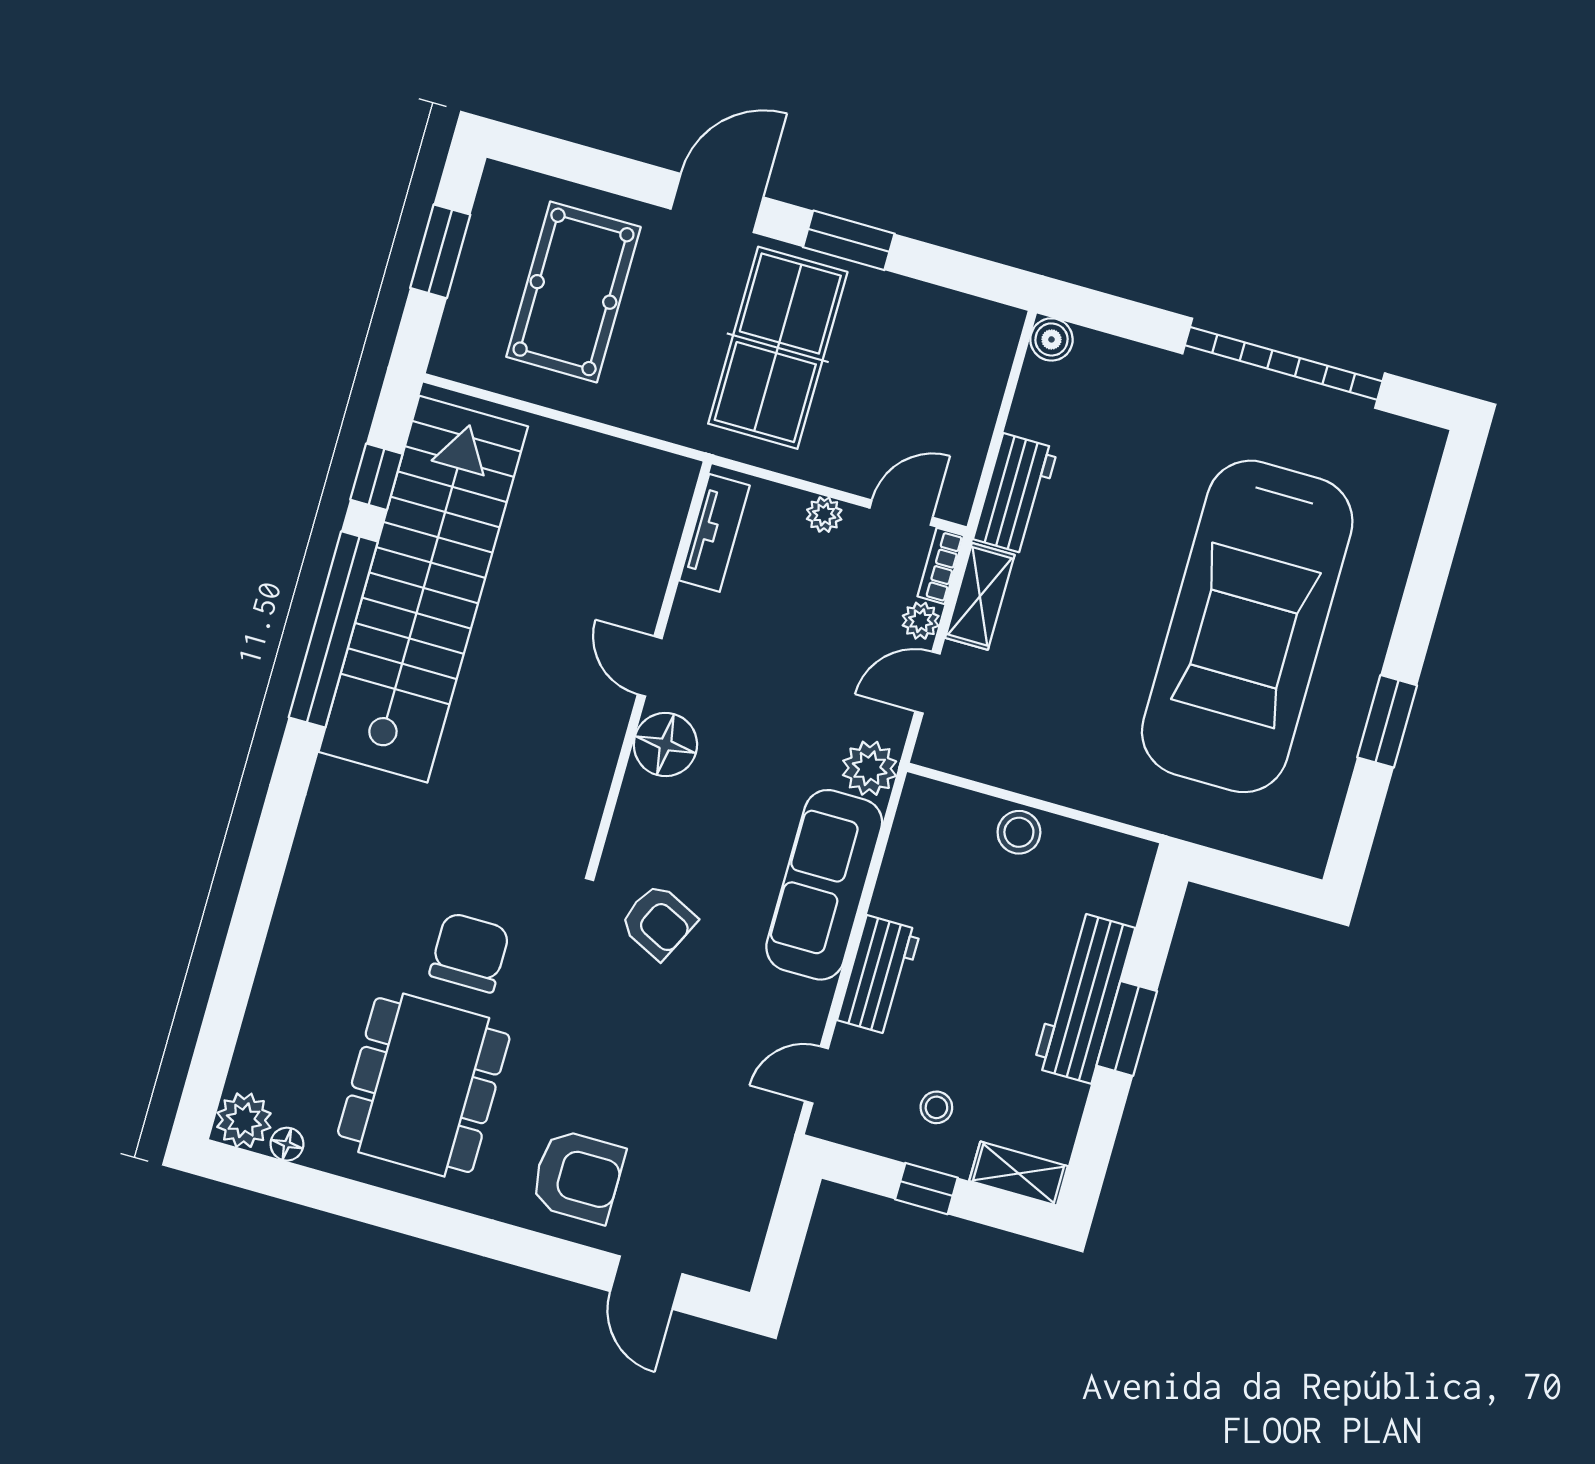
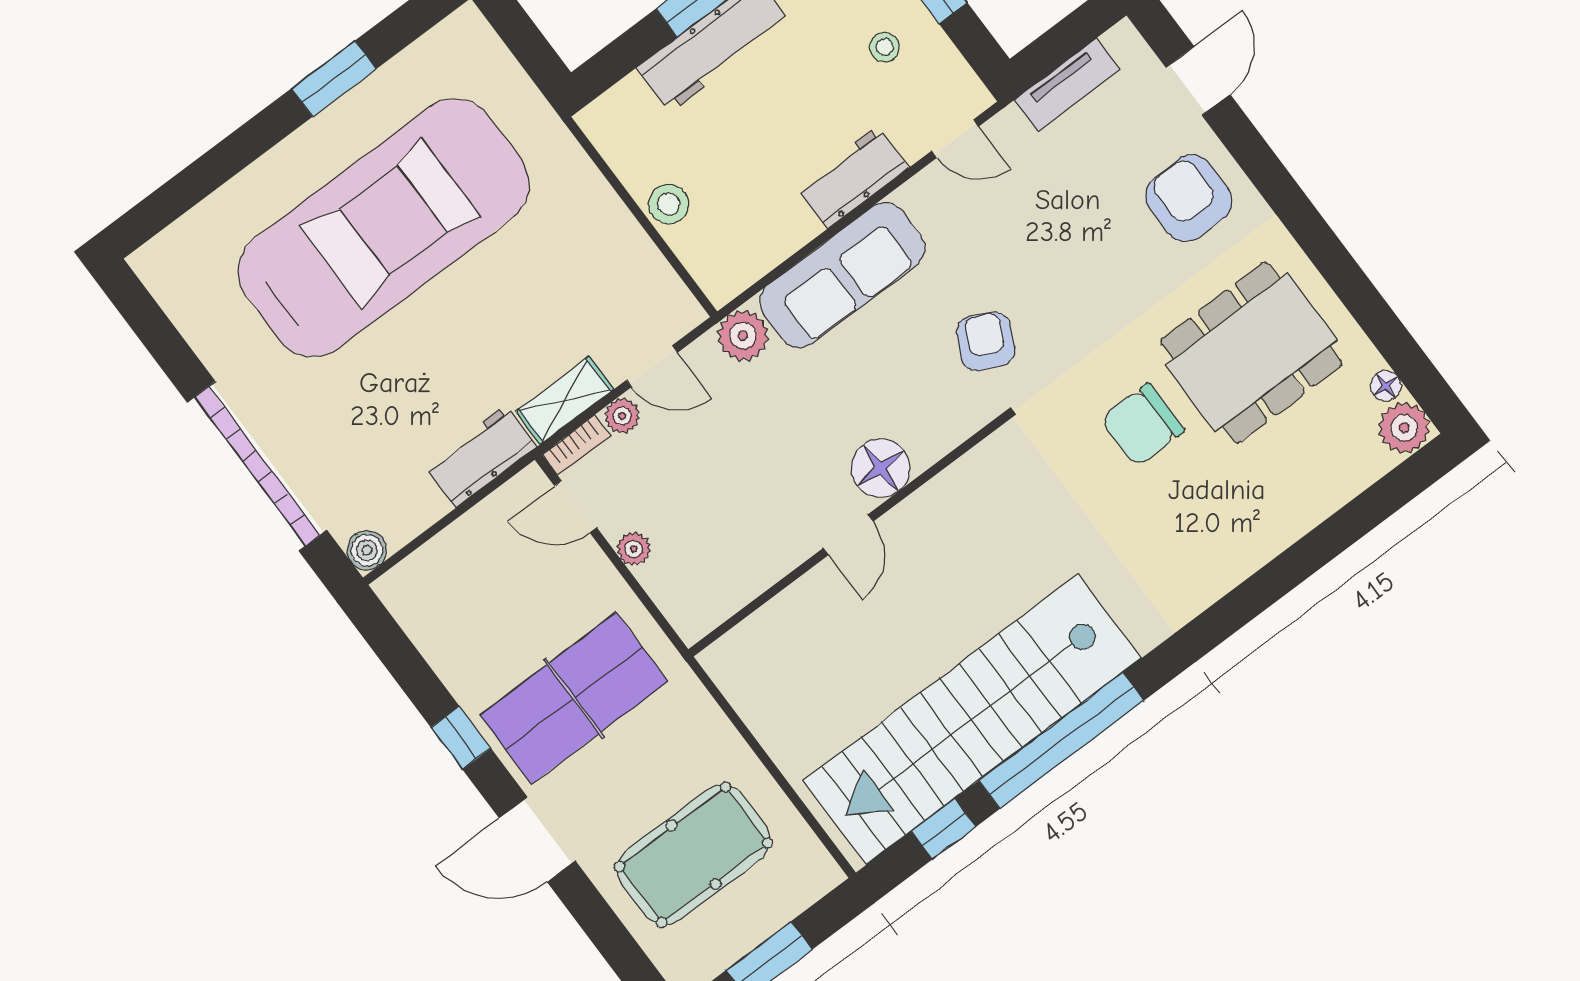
window: (849, 240) -> (461, 738), width x0.67
garage door: (1284, 363) -> (257, 466), moved
tv unit: (714, 533) -> (1067, 85), moved, turned 180

